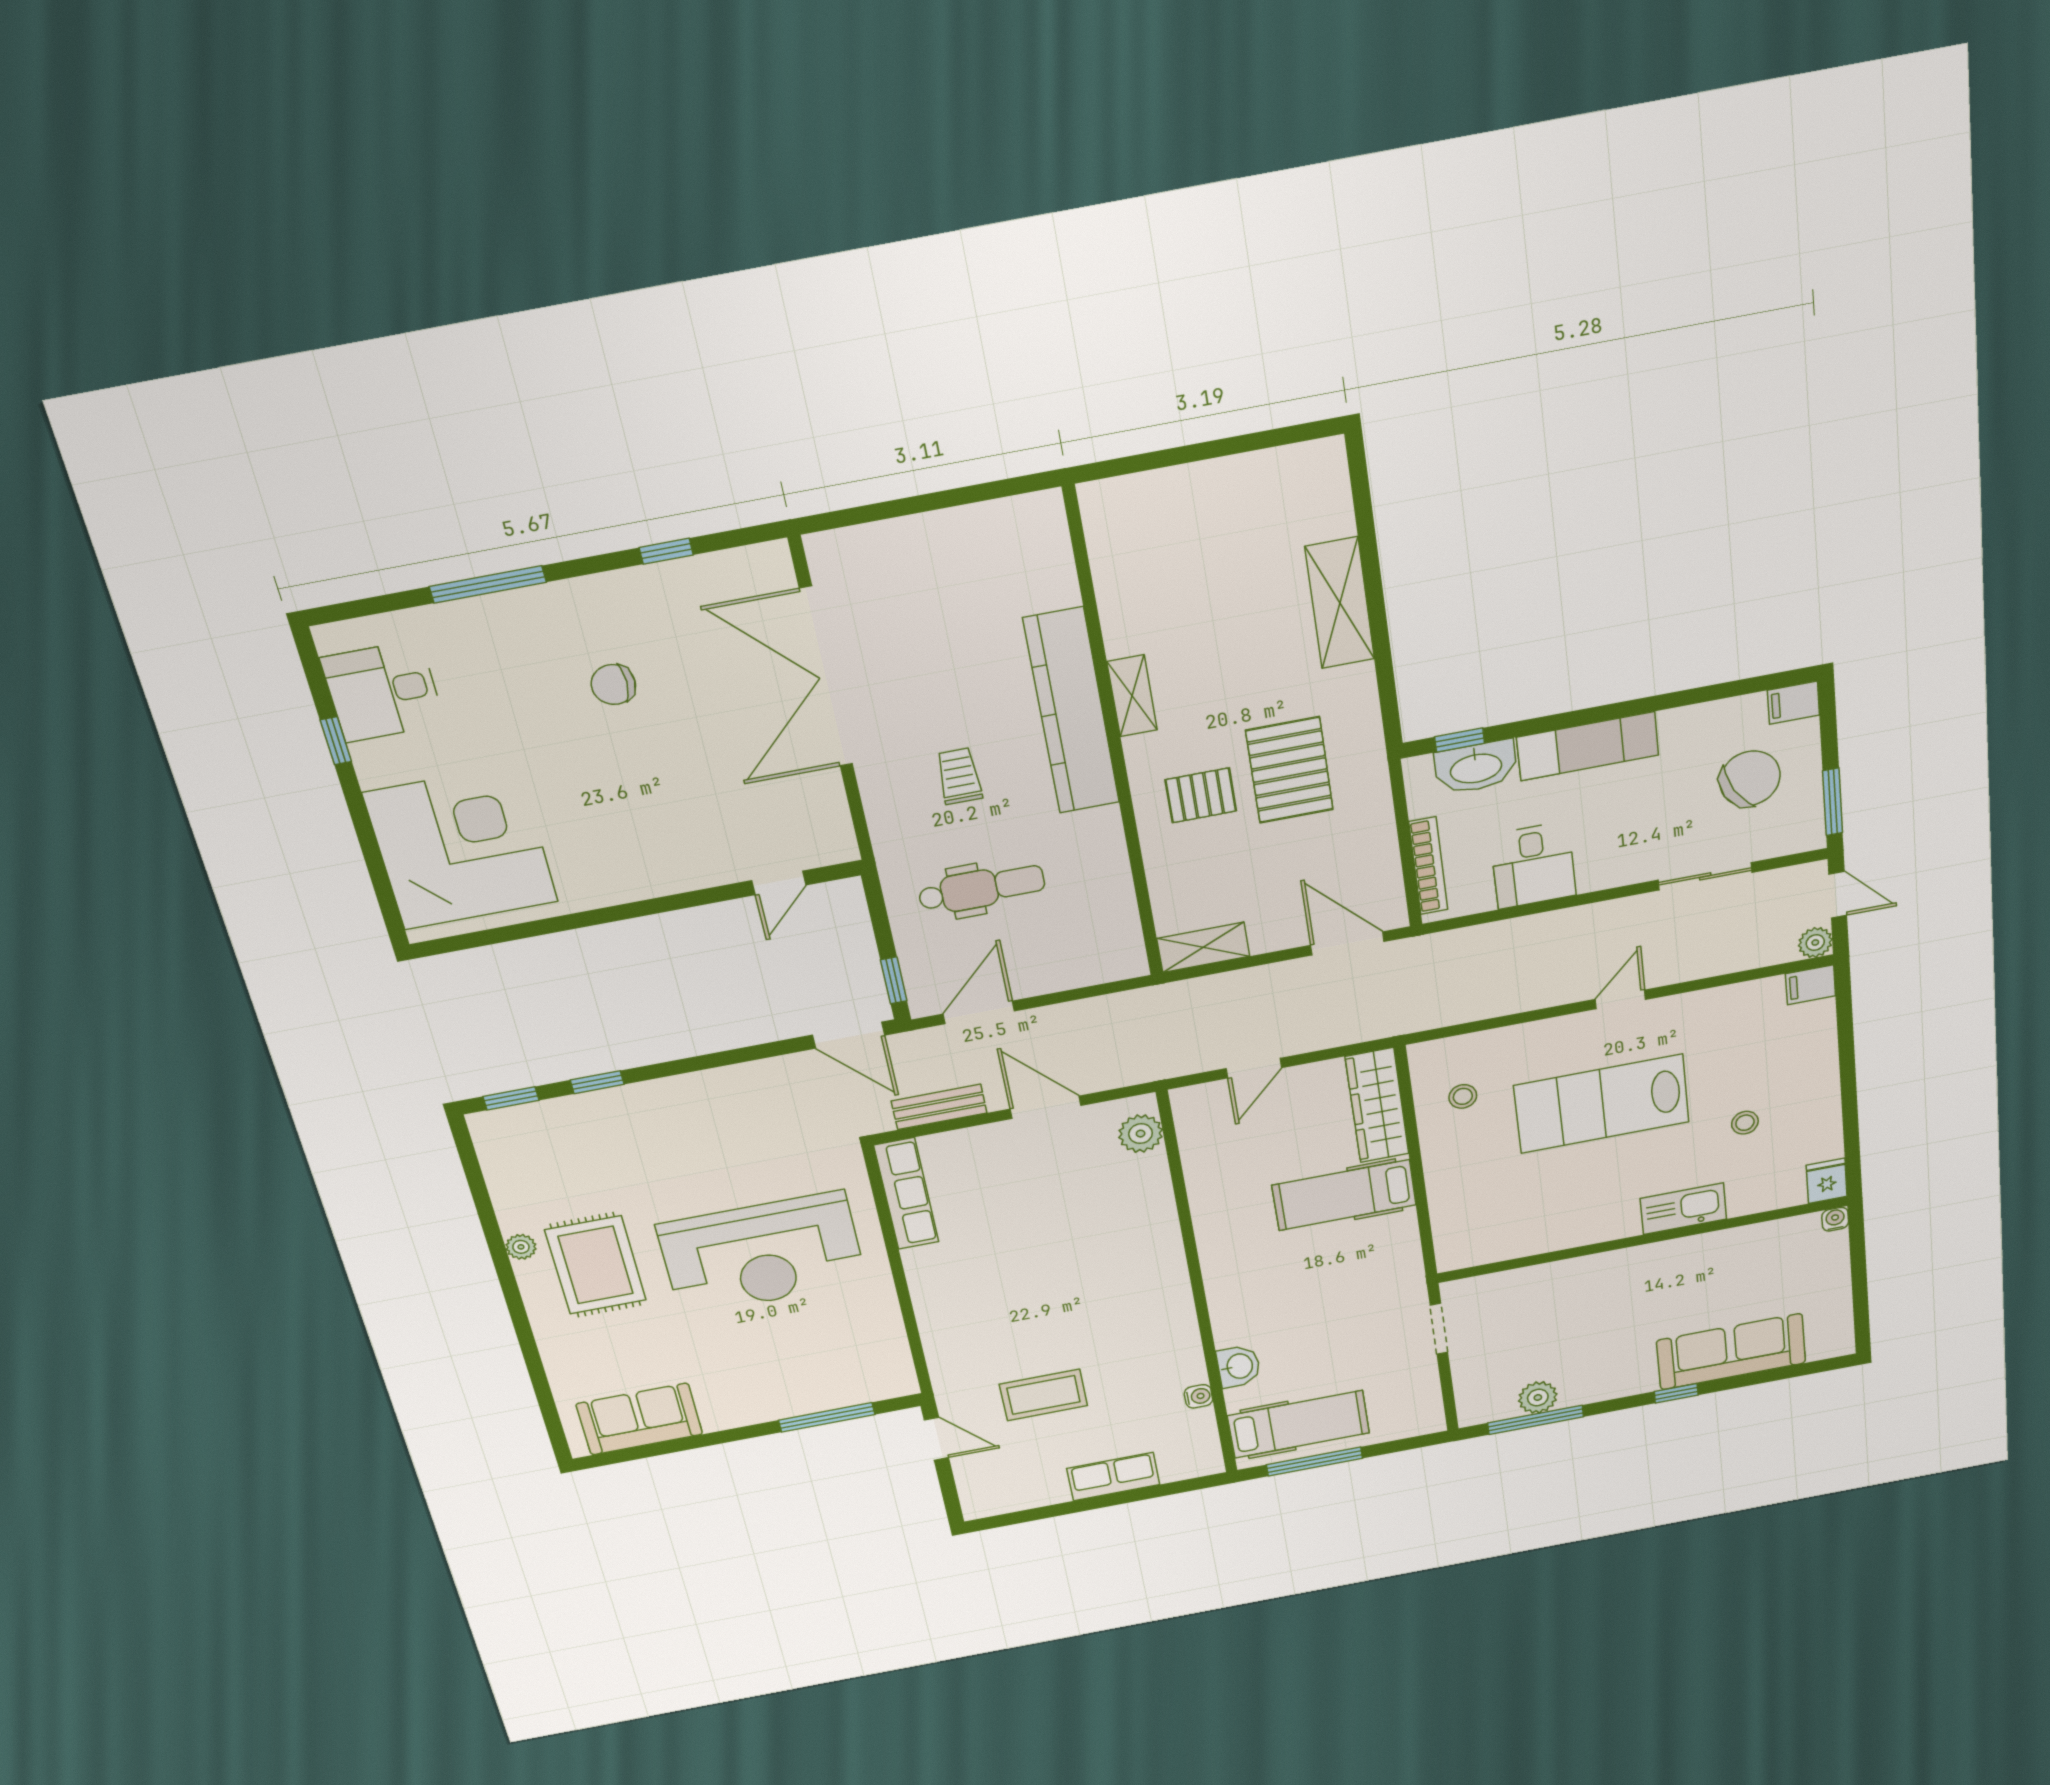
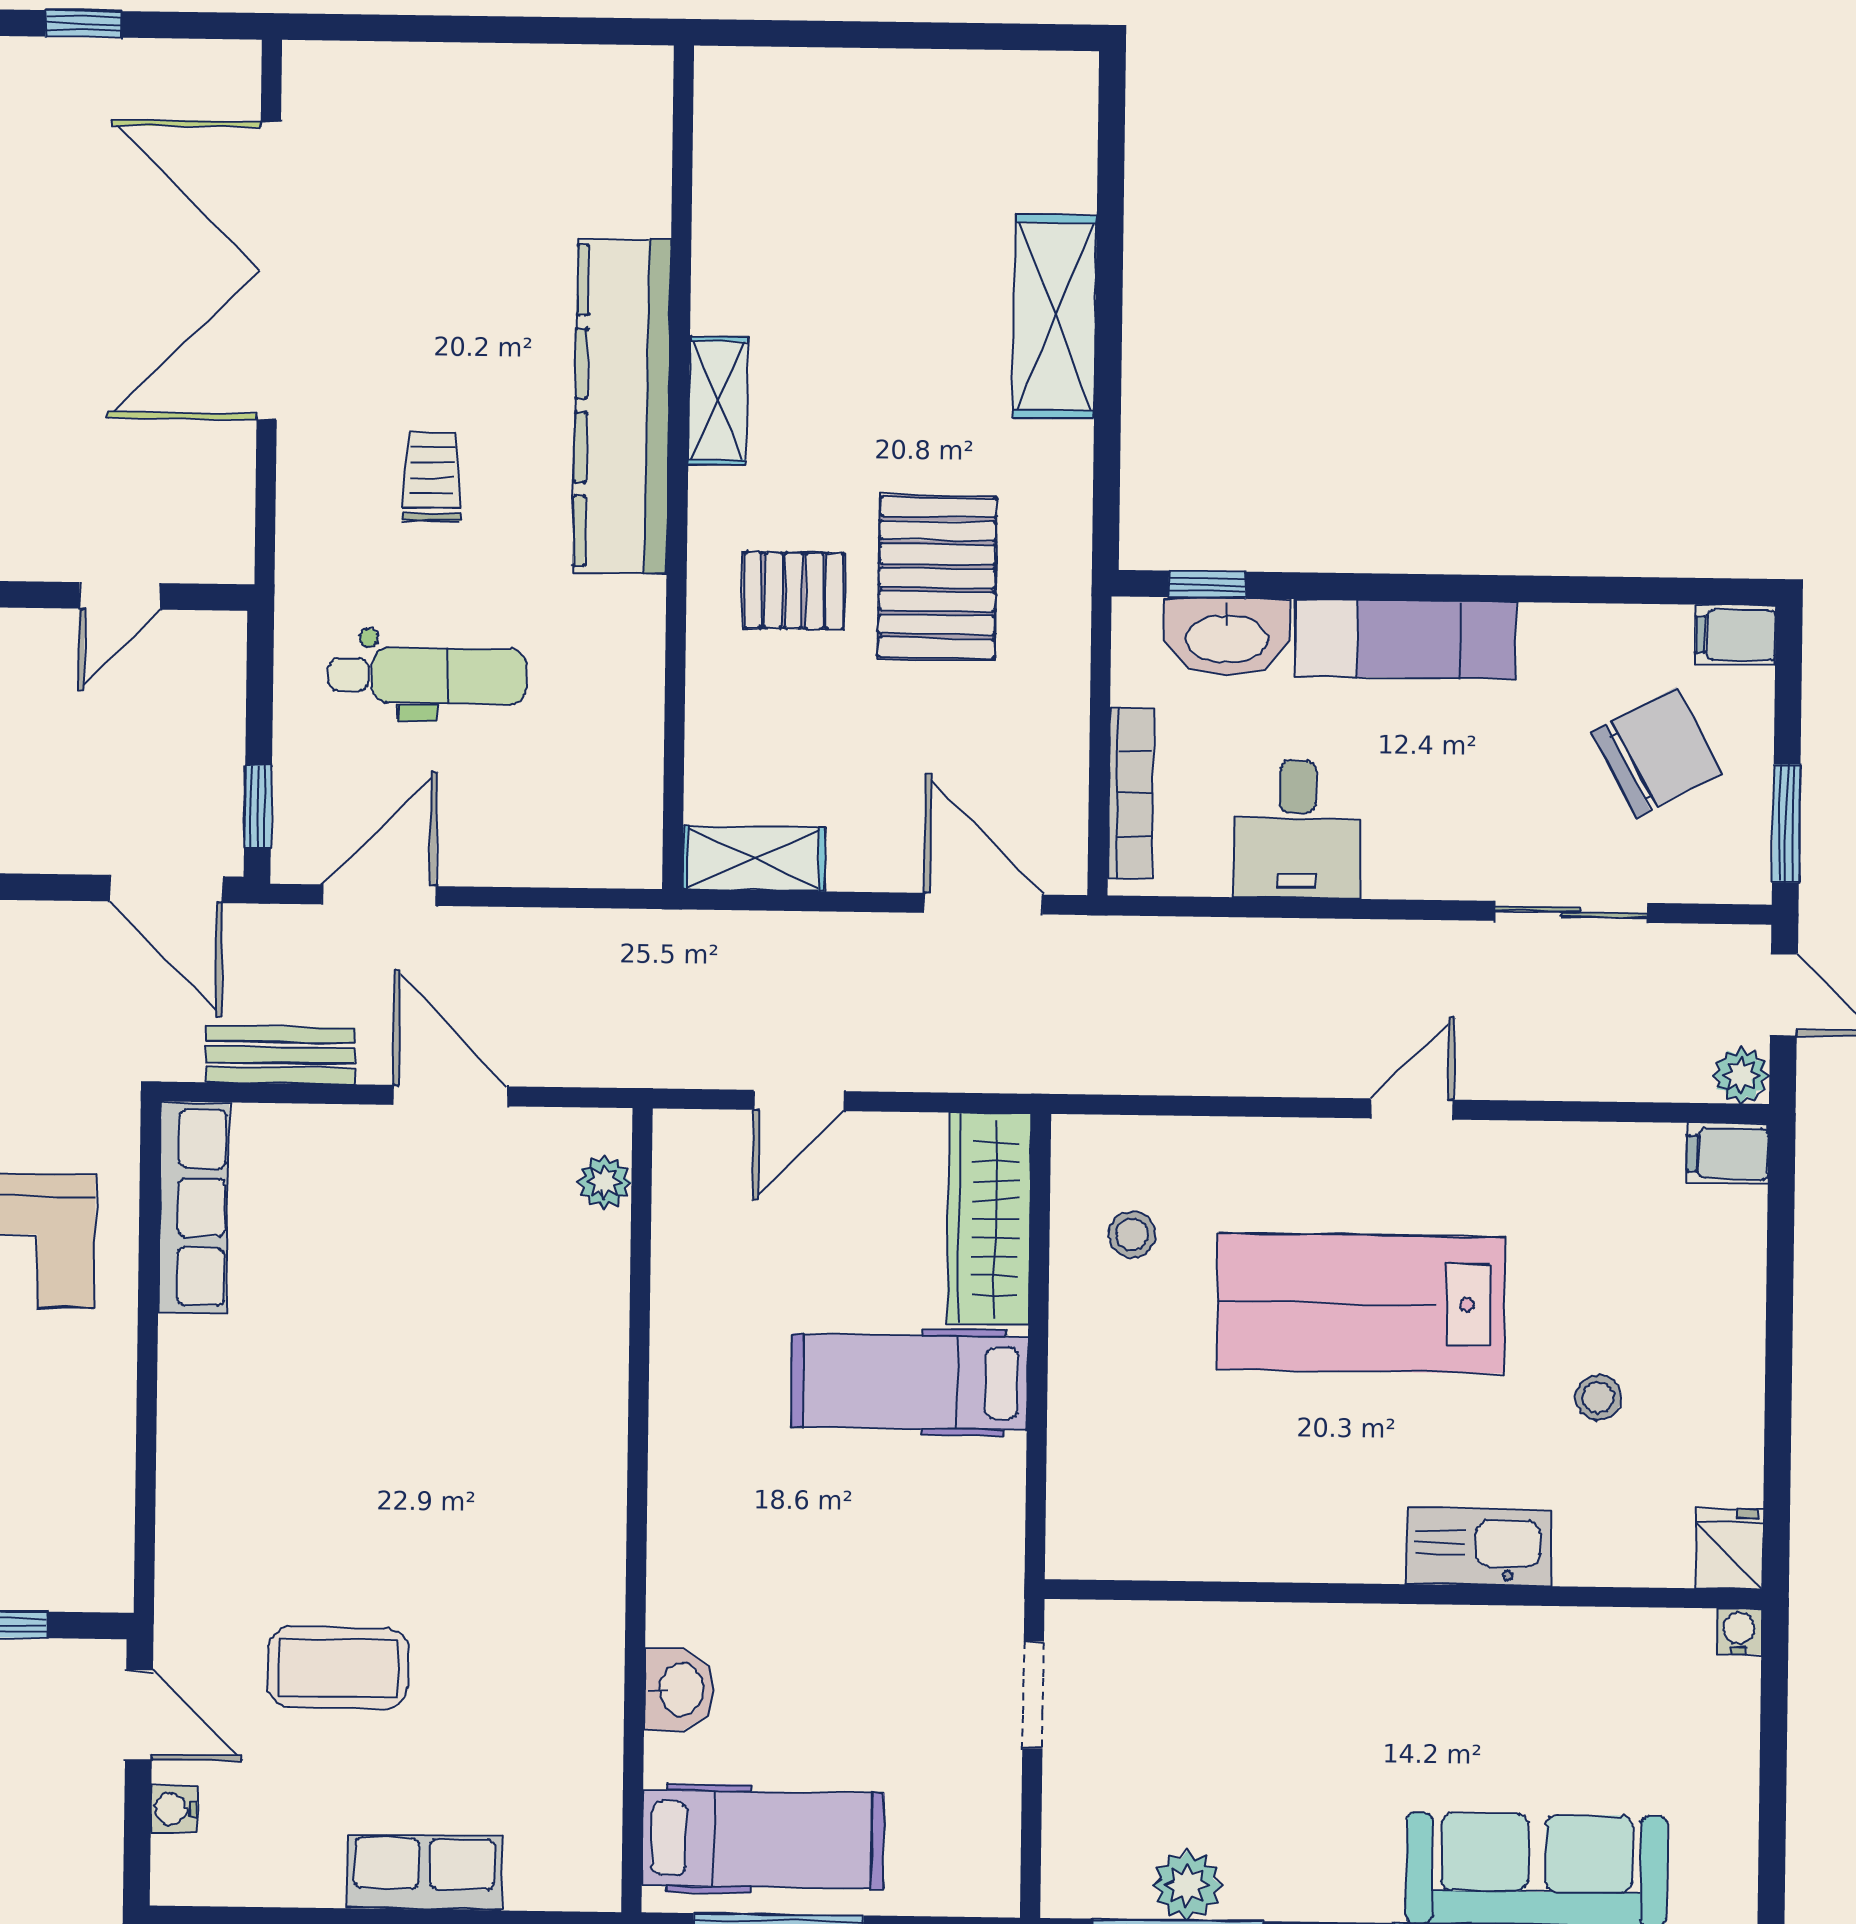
plant: (1141, 1134) -> (605, 1182), width x0.73, depth x0.73
water cooler: (1198, 1396) -> (174, 1809), moved, turned 180

